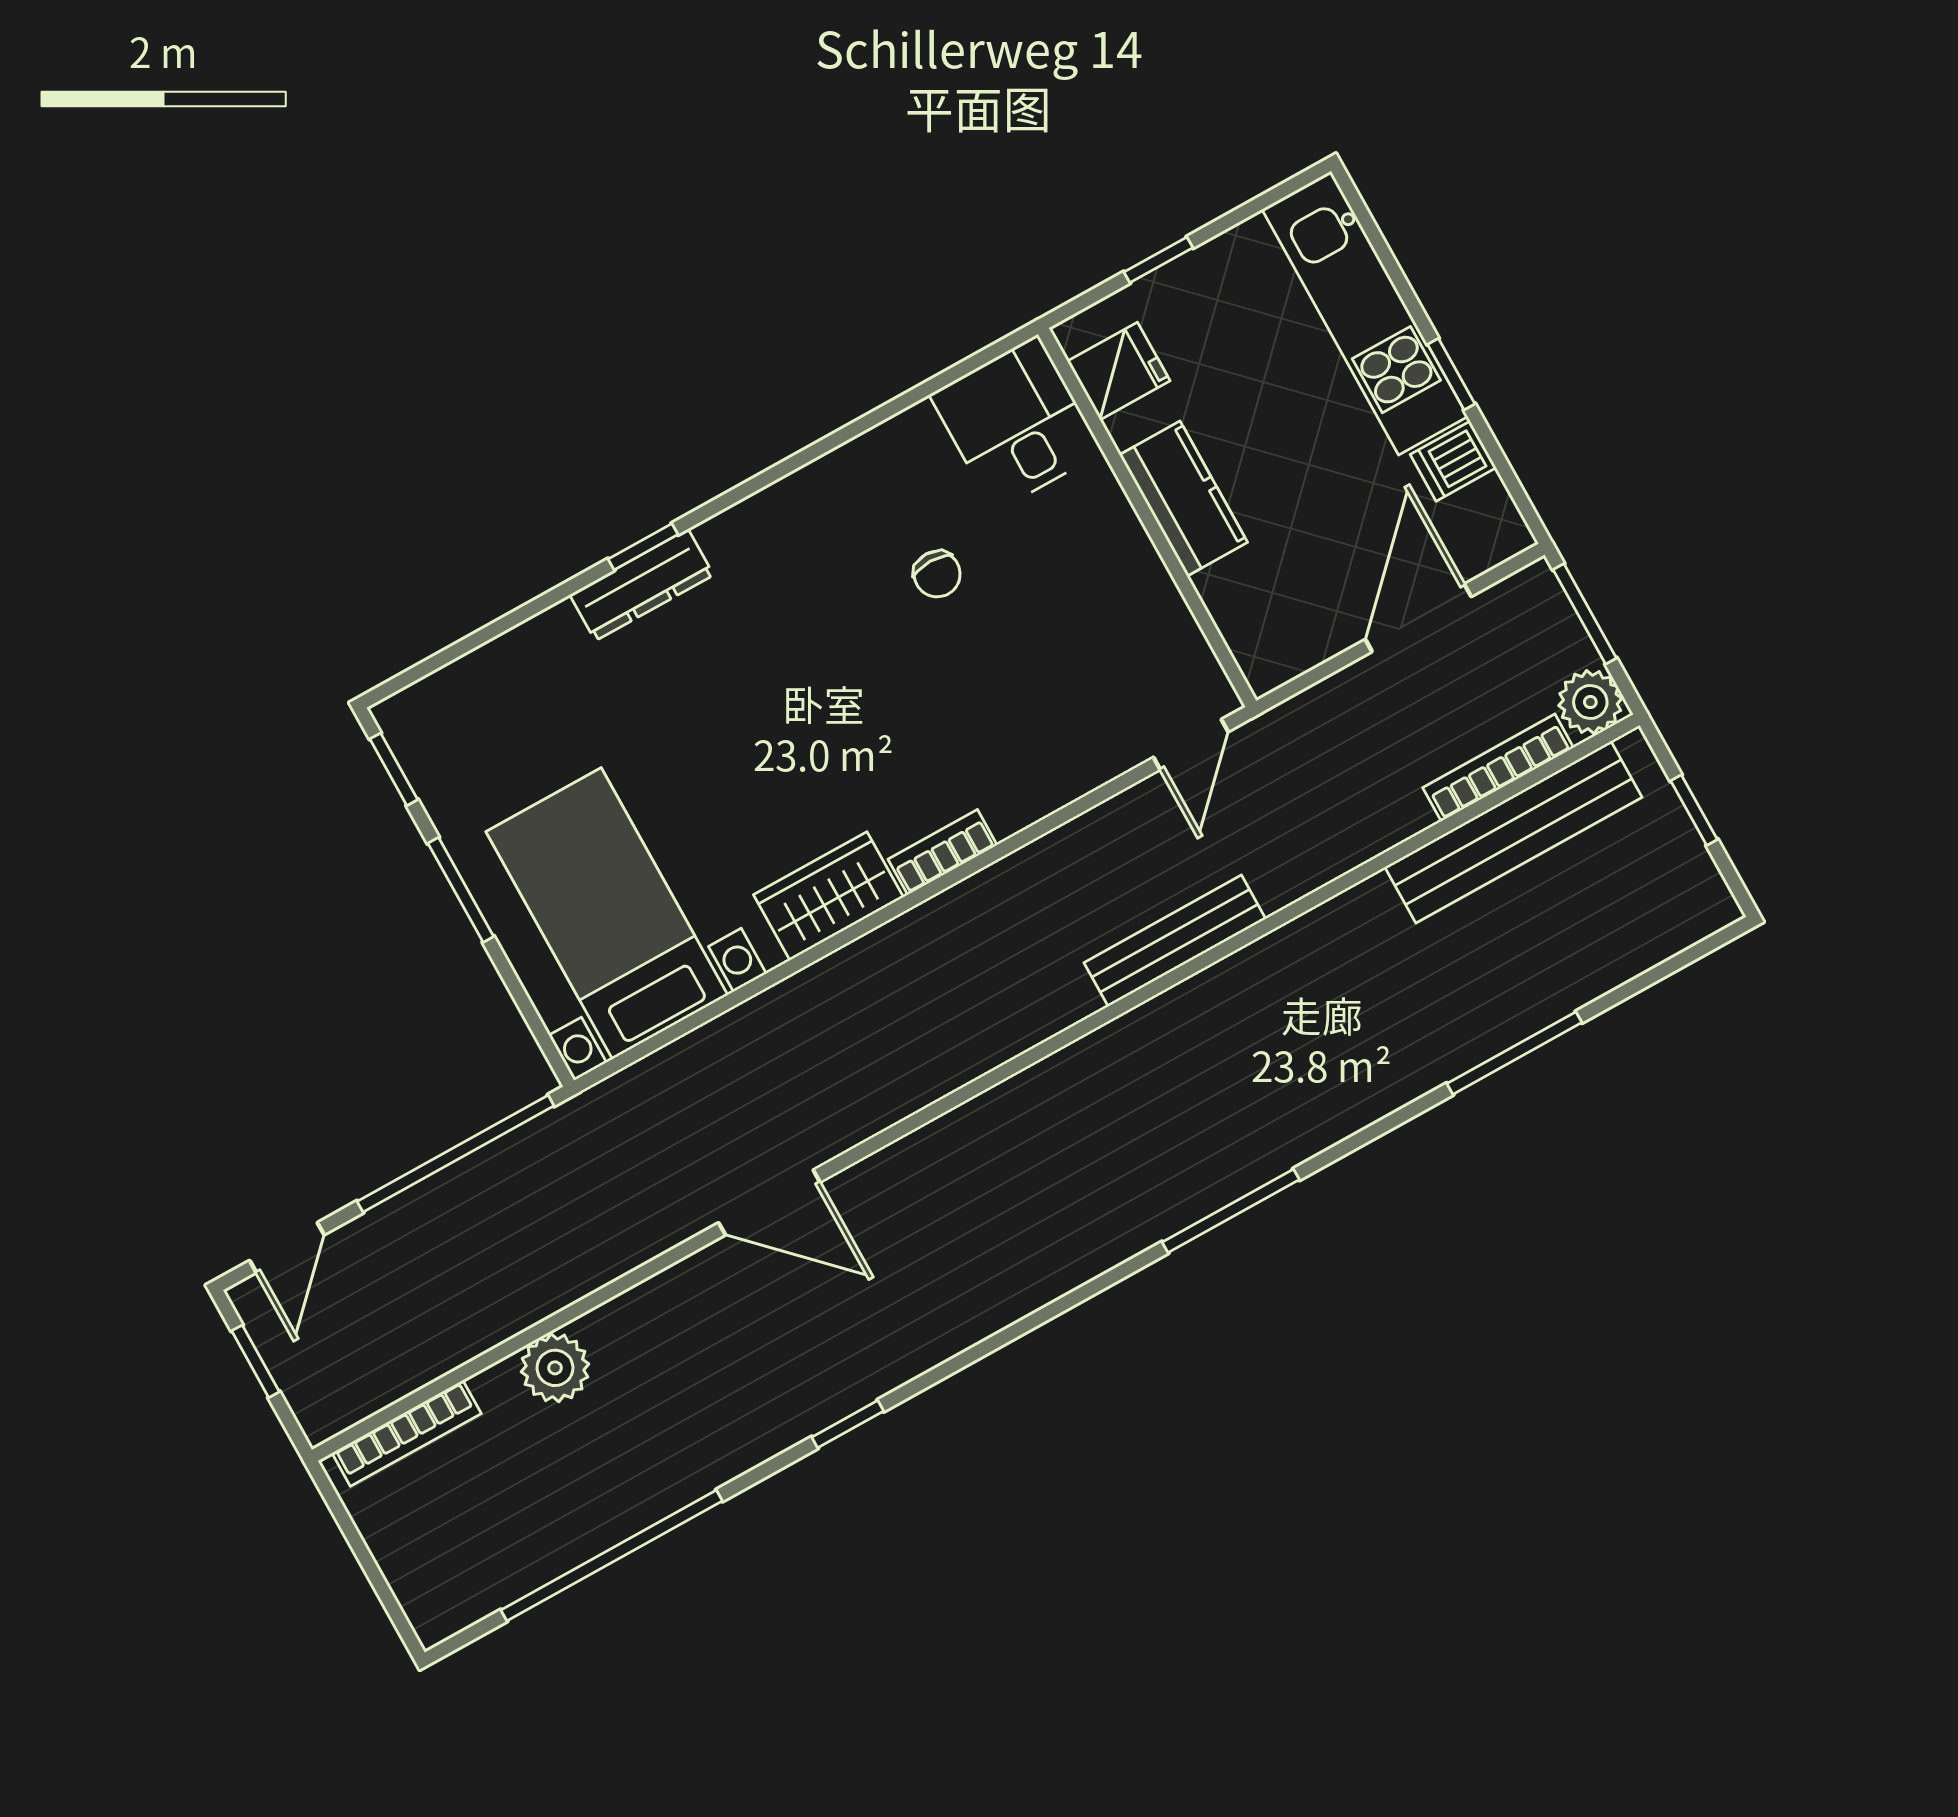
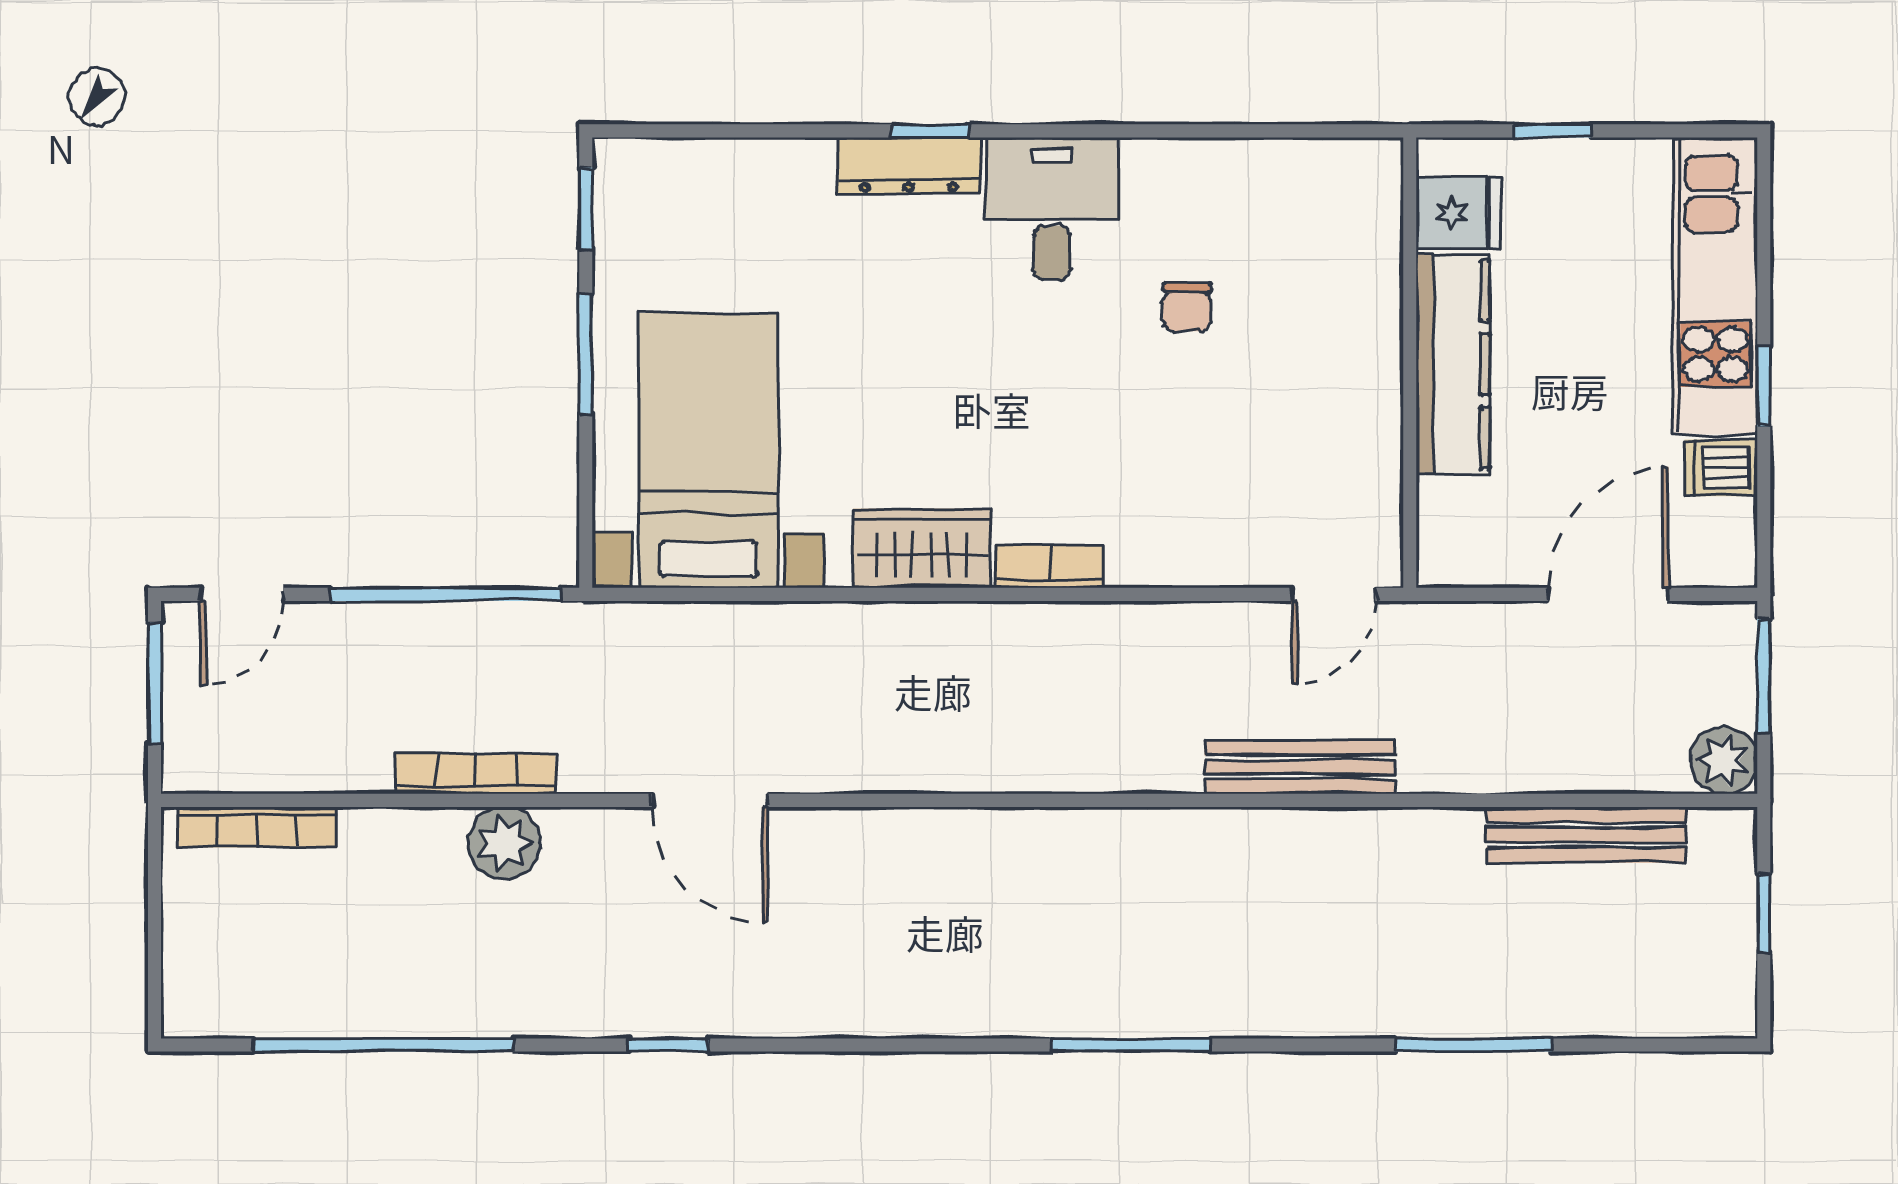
desk: (1016, 423) -> (1052, 209), moved
kitchen counter: (1183, 499) -> (1453, 364), width x1.50
bookcase: (1498, 768) -> (476, 773), moved
bench: (1513, 832) -> (1586, 835), width x0.73, depth x0.82
bench: (1175, 941) -> (1300, 767), moved
window: (255, 1361) -> (154, 683), width x1.50
plant: (555, 1368) -> (504, 843), moved

